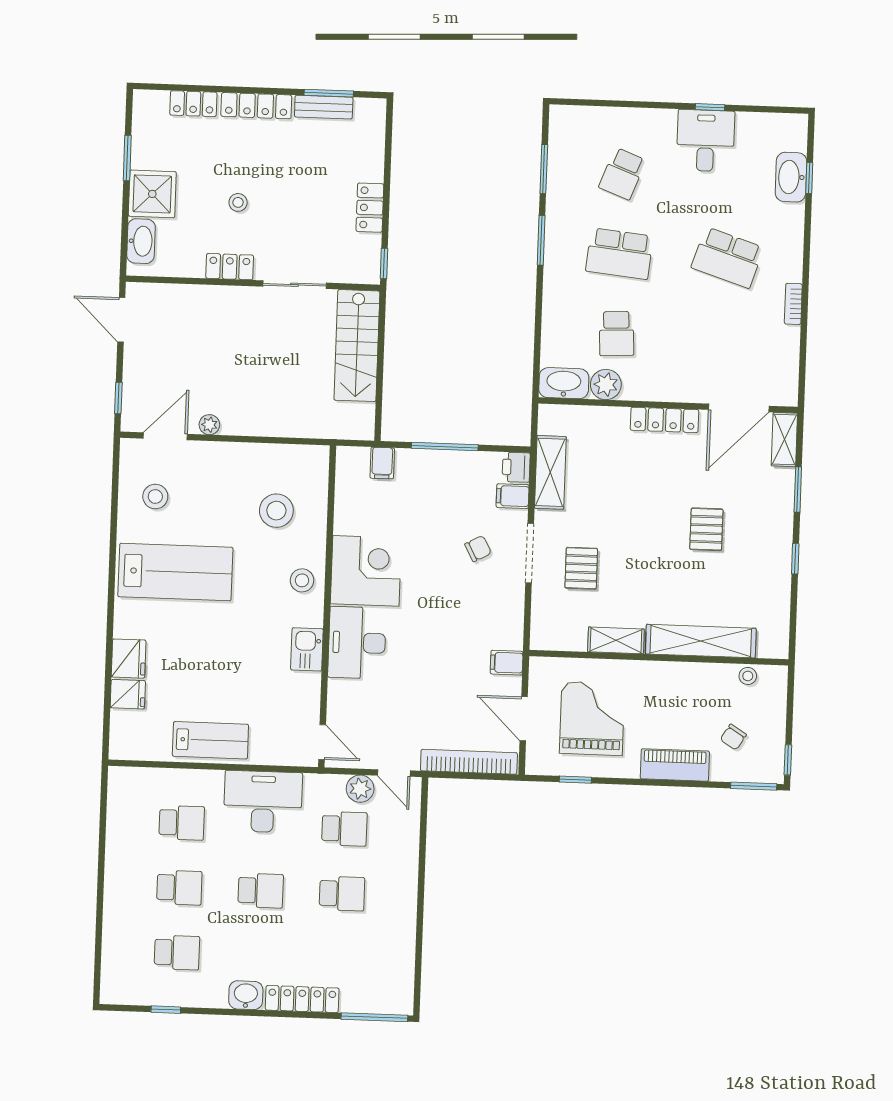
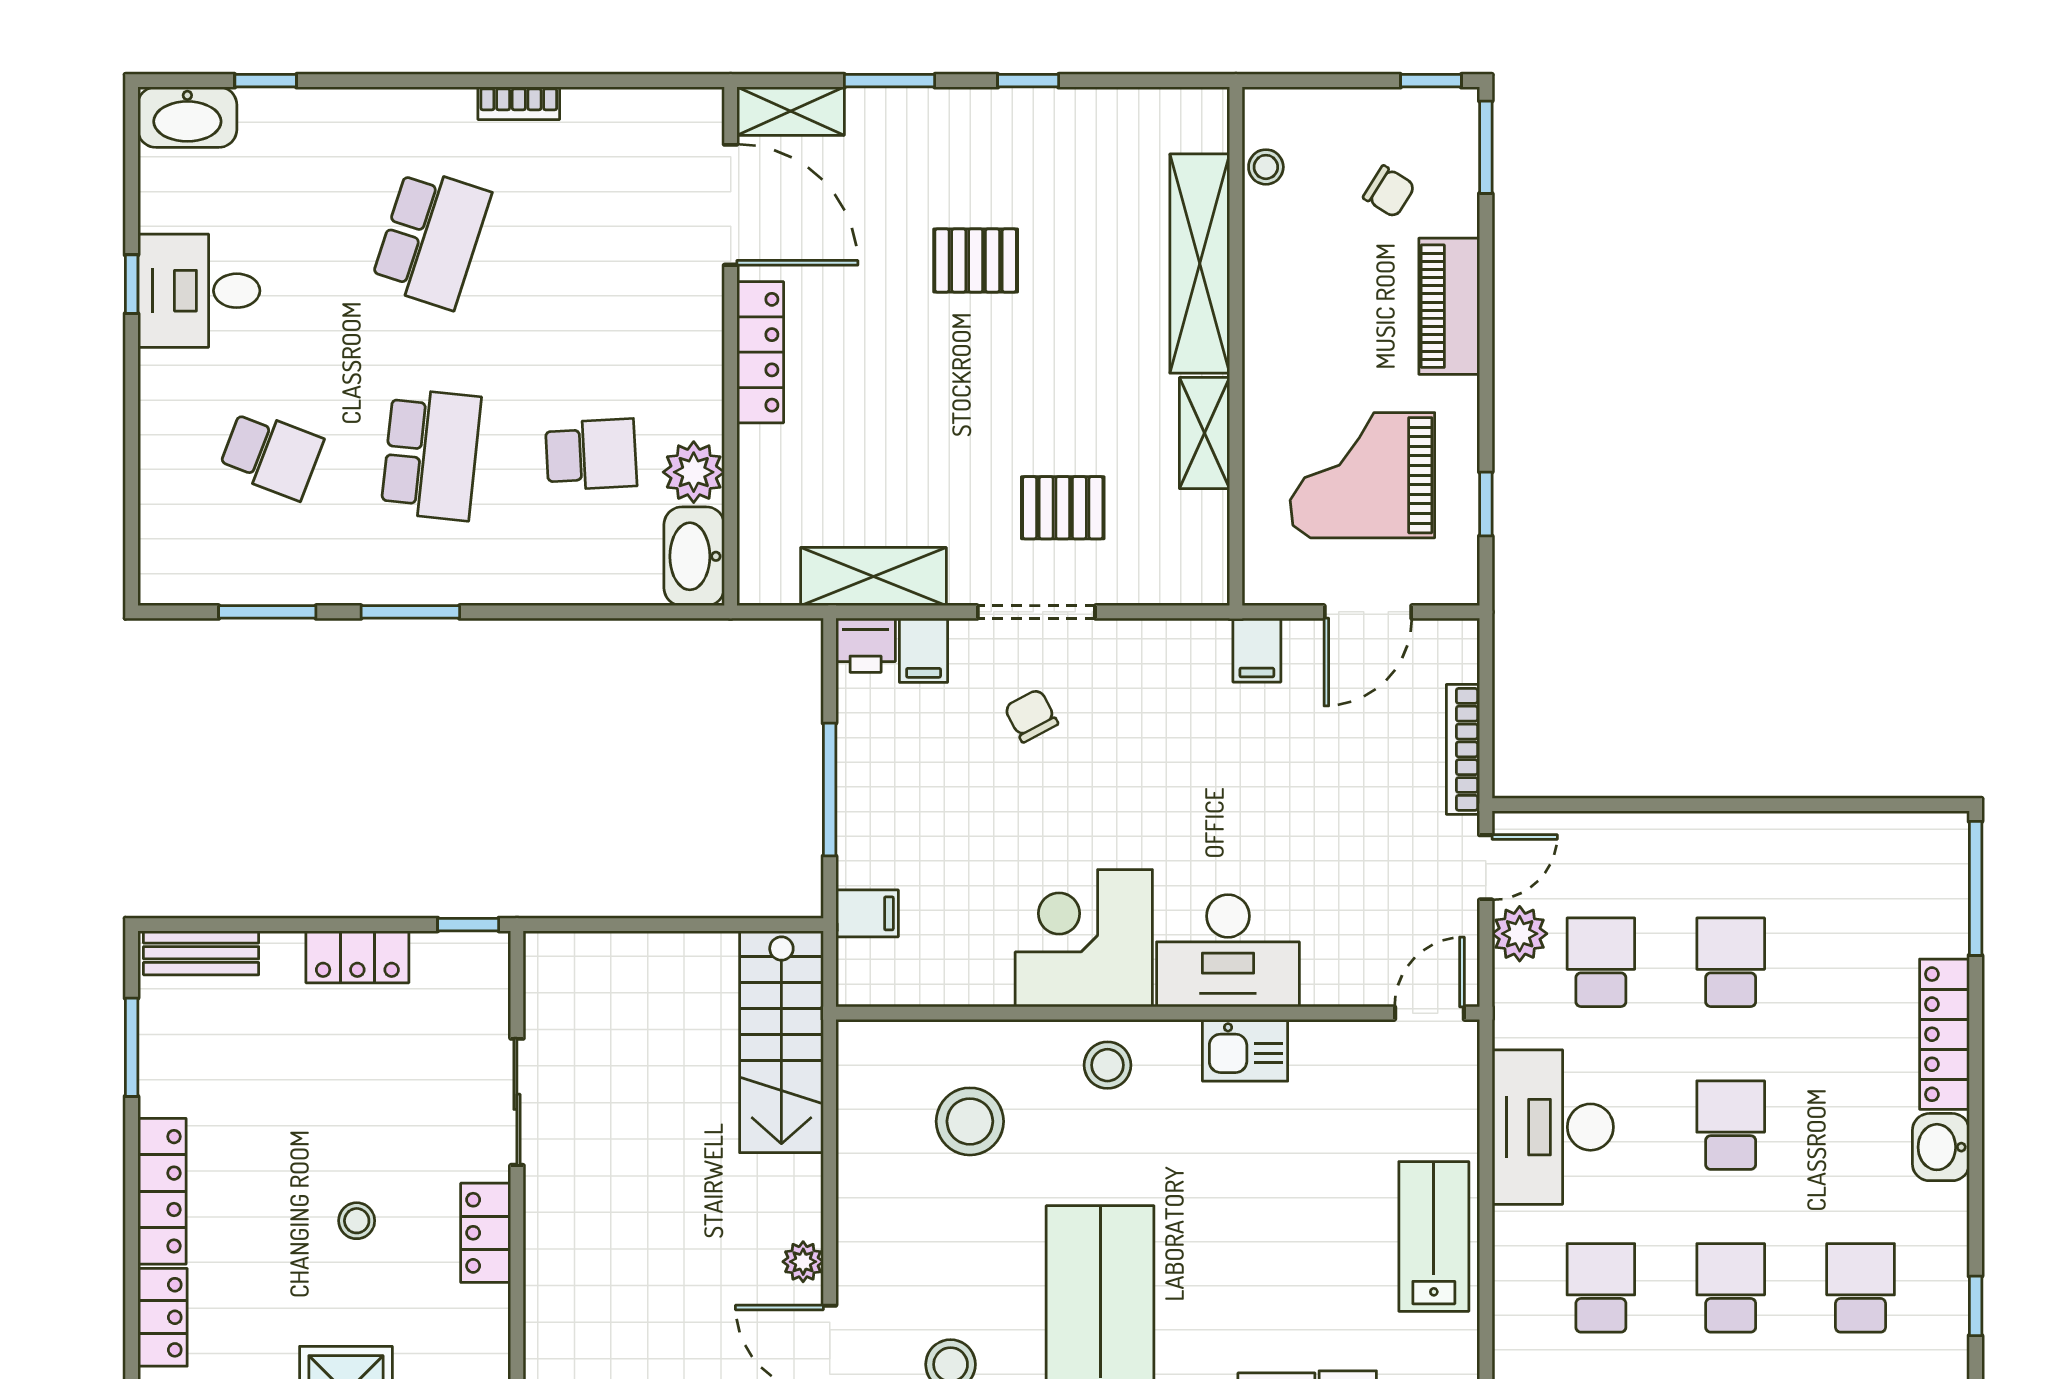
bench: (324, 107) -> (201, 953), moved, turned 90
washbasin: (791, 177) -> (187, 117), moved
stairs: (357, 346) -> (781, 1042), moved, turned 90
bookcase: (469, 762) -> (1463, 749), width x0.68, depth x0.76

